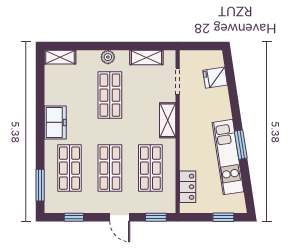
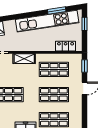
window: (241, 145) -> (57, 11), moved
kitchen unit: (228, 157) -> (47, 21), width x1.36
window: (74, 217) -> (85, 117), removed

